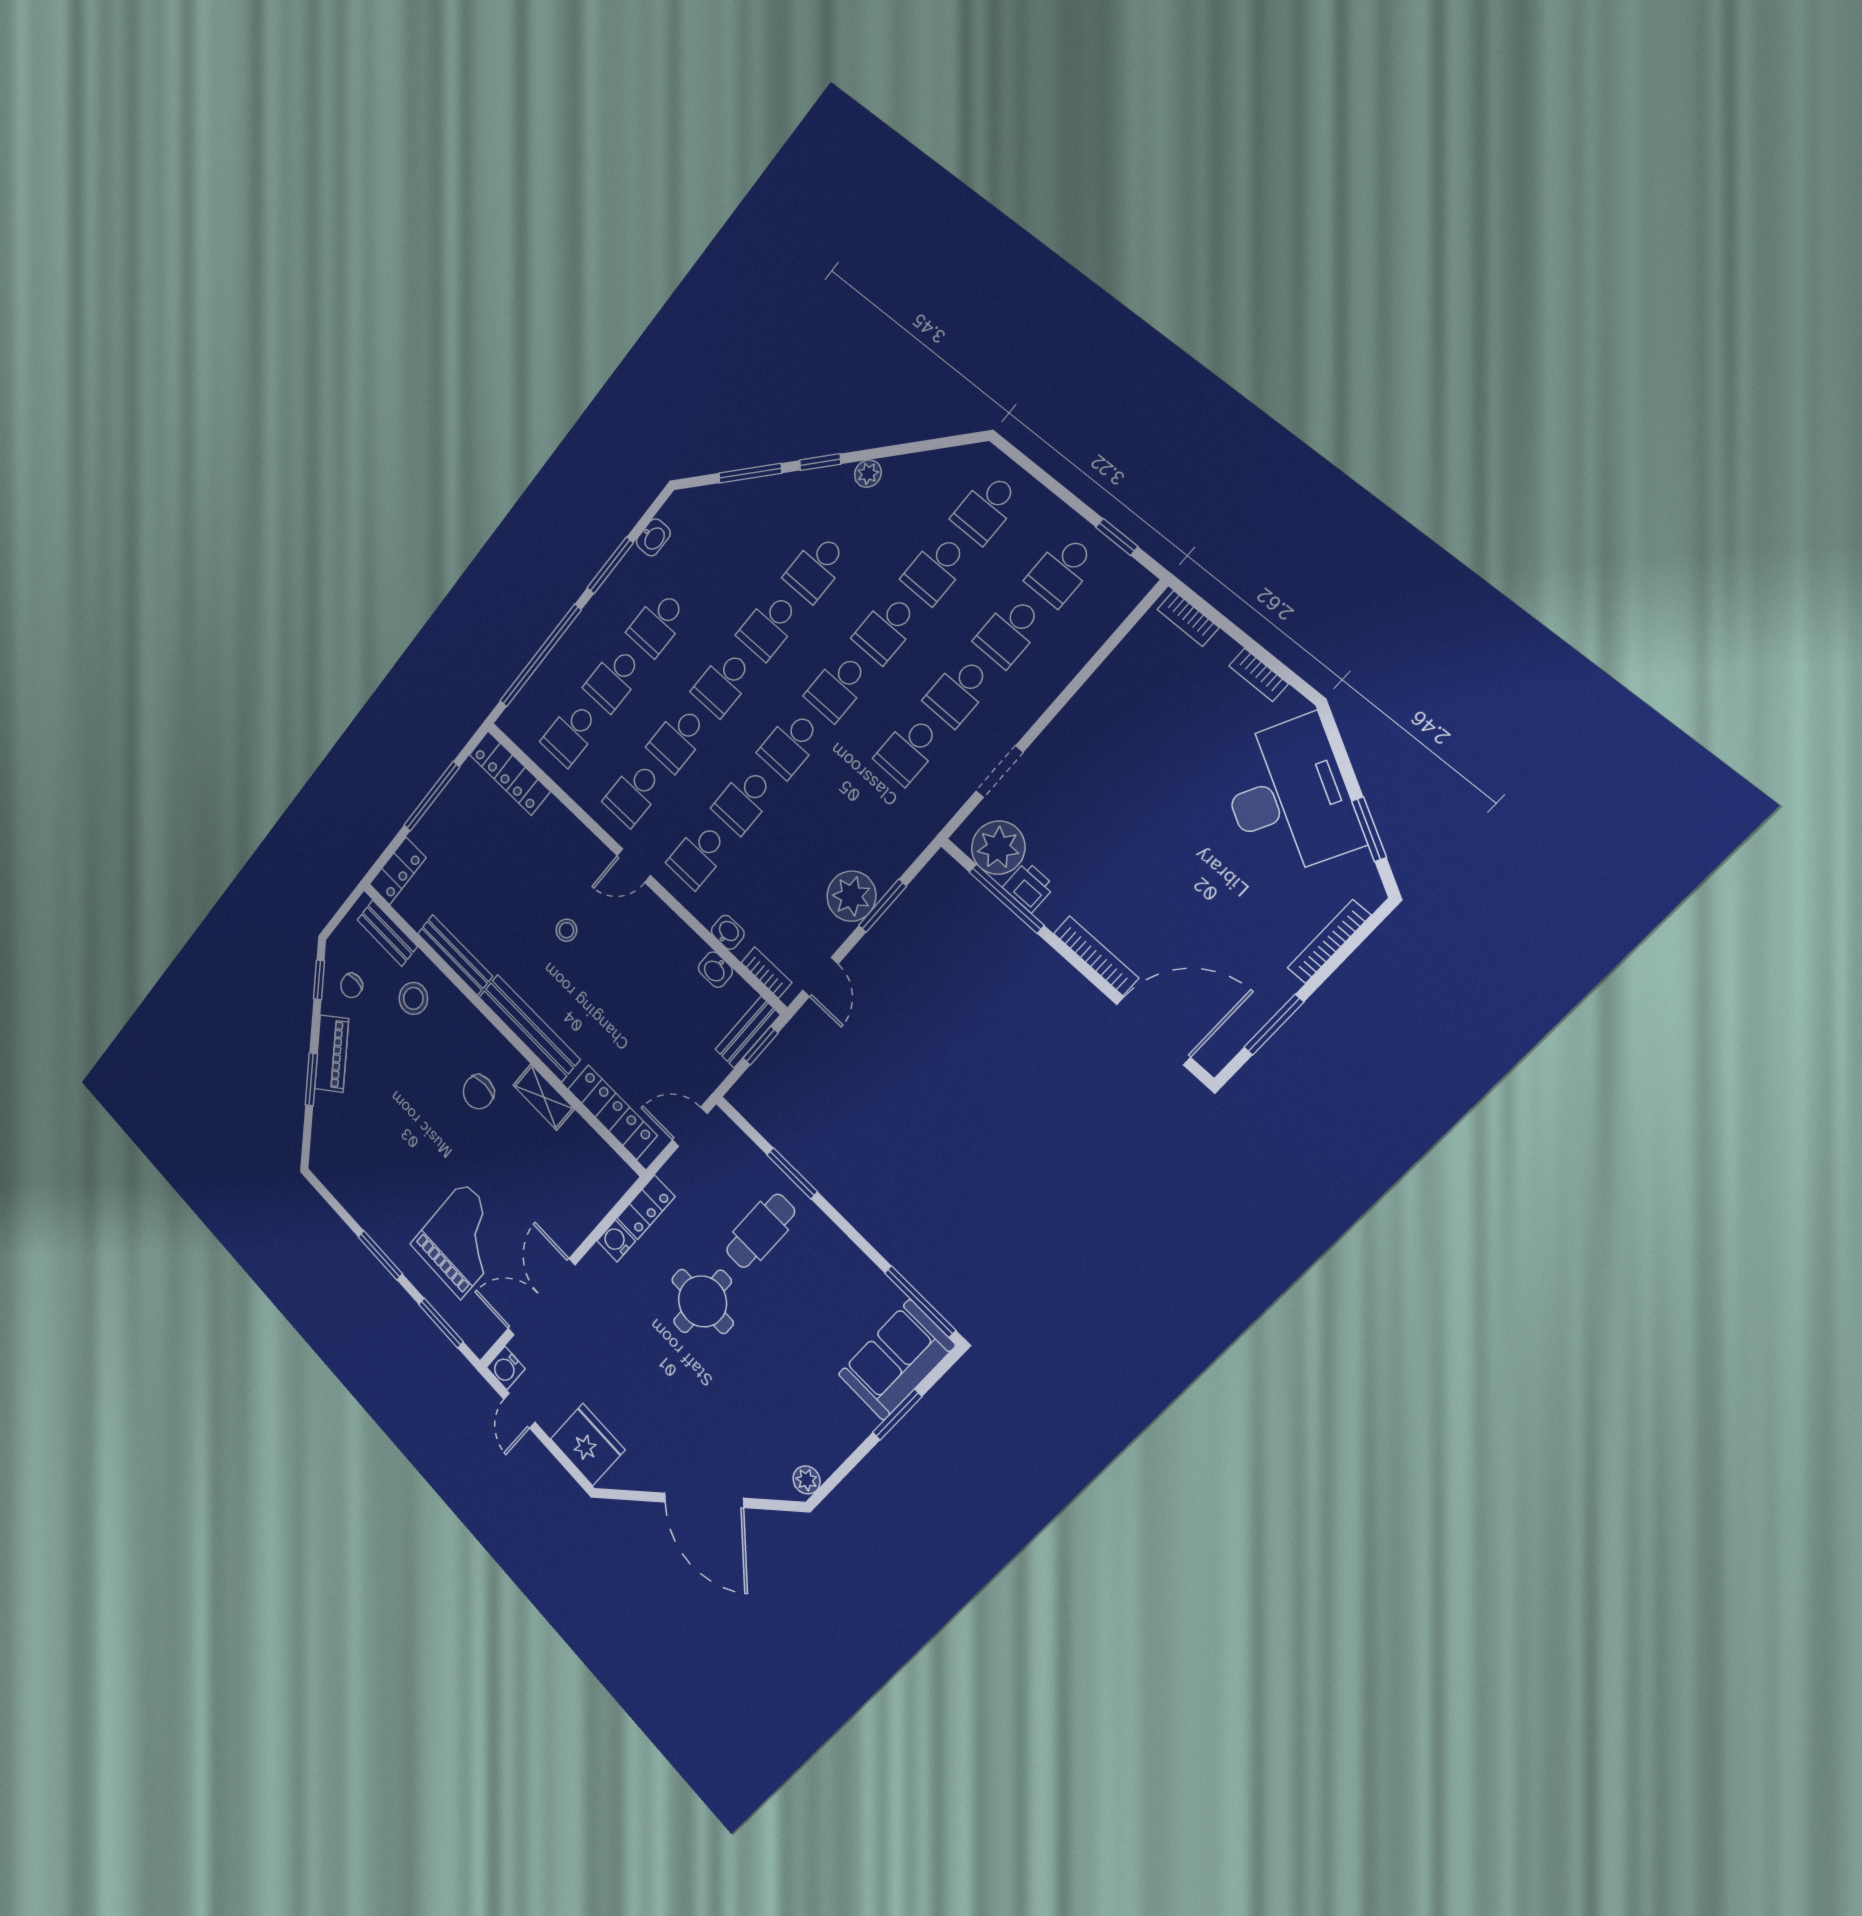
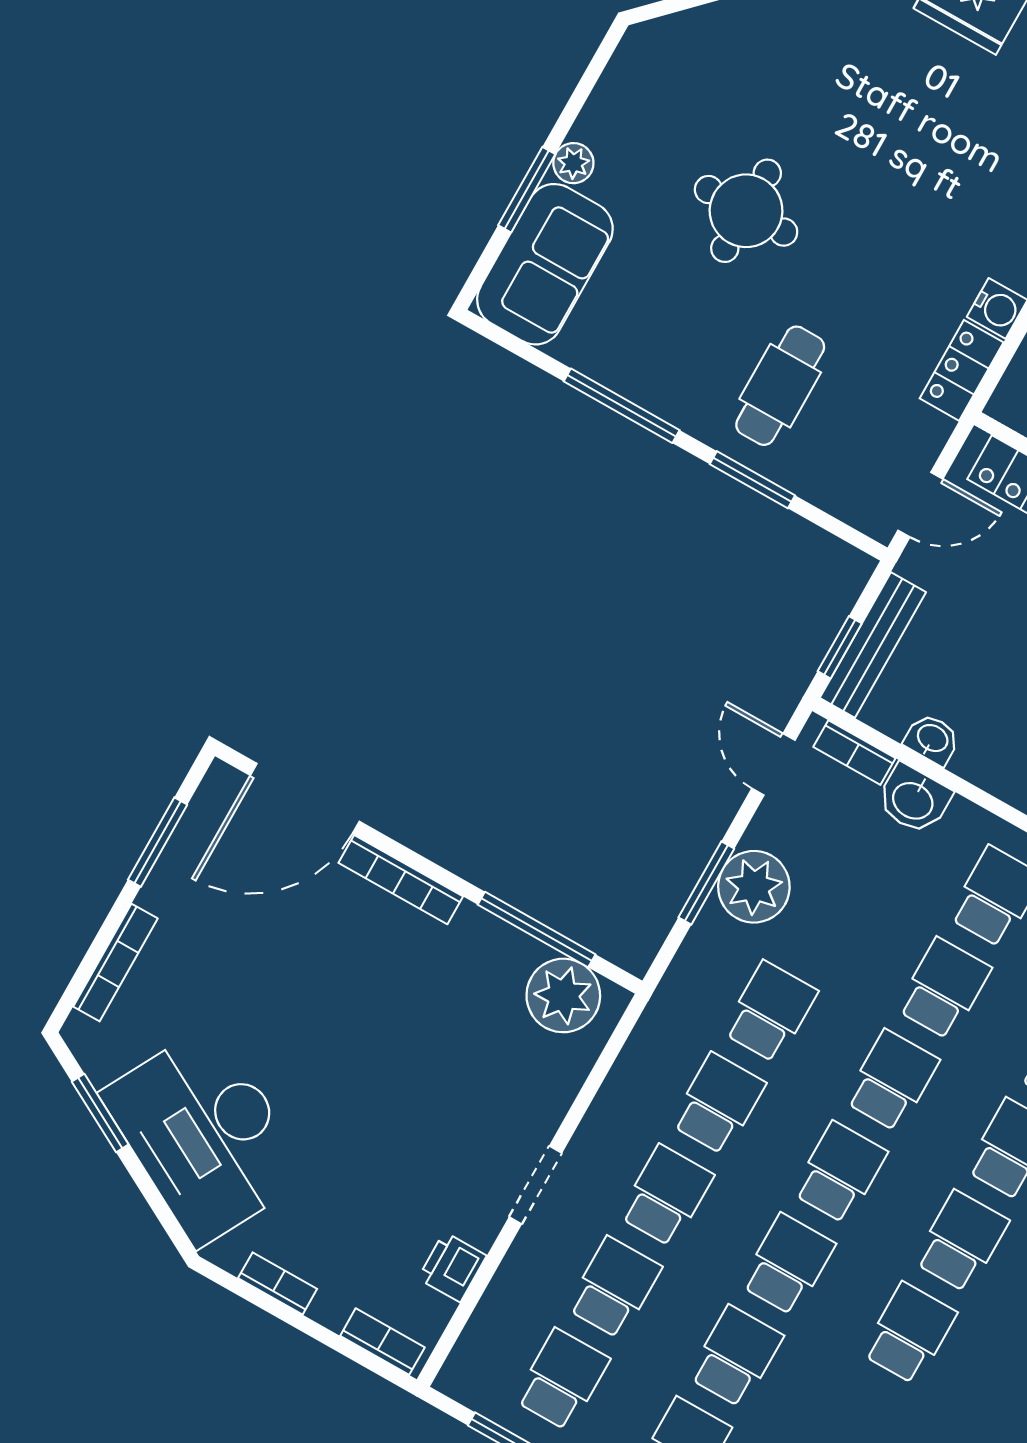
doorway: (999, 772) -> (535, 1185), moved
school desk: (859, 807) -> (770, 1012), added
printer: (1029, 887) -> (452, 1267), moved, turned 90
washbasin: (728, 932) -> (914, 799), width x1.38, depth x1.45
bench: (748, 1032) -> (873, 645), width x1.36
round table: (703, 1301) -> (746, 211), moved
window: (920, 1301) -> (622, 406), moved
plant: (807, 1480) -> (573, 163), moved

